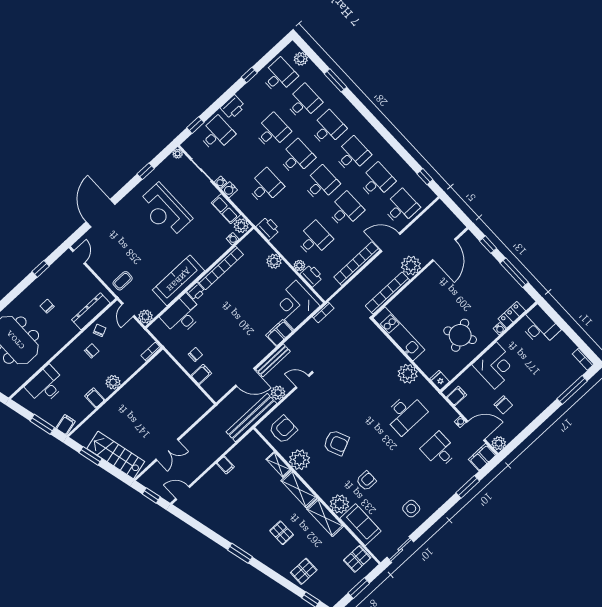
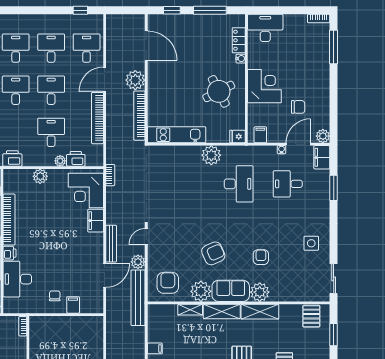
sofa: (360, 525) -> (231, 291), moved

